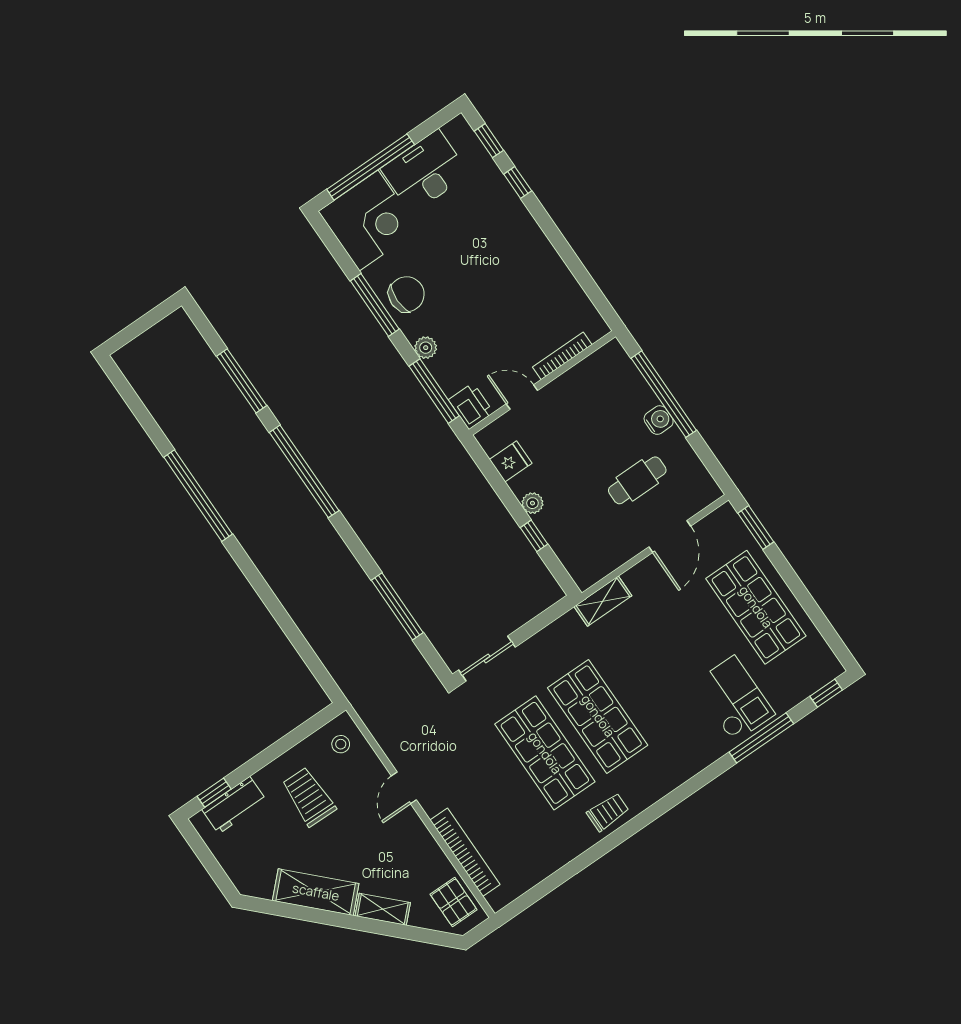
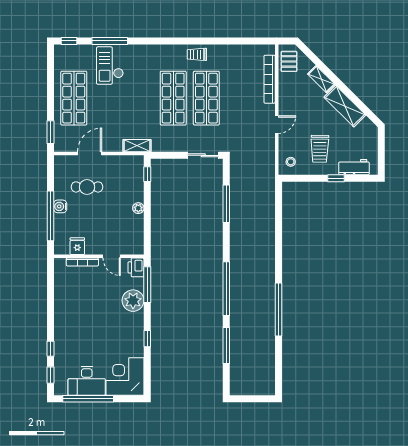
window: (371, 167) -> (88, 399), moved
chair: (406, 294) -> (131, 334), removed
window: (375, 305) -> (147, 339), width x0.46
plant: (426, 348) -> (133, 301), width x1.88, depth x1.88
fridge: (511, 461) -> (77, 246), moved, turned 90
window: (534, 536) -> (147, 174), moved
window: (214, 793) -> (336, 178), moved

